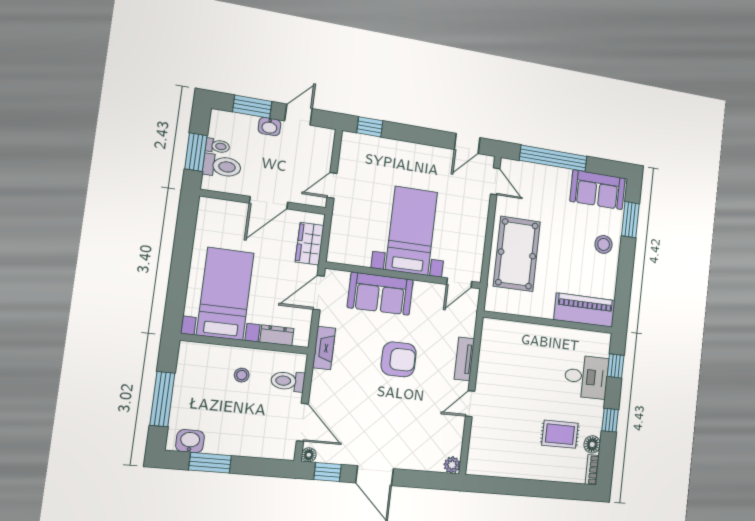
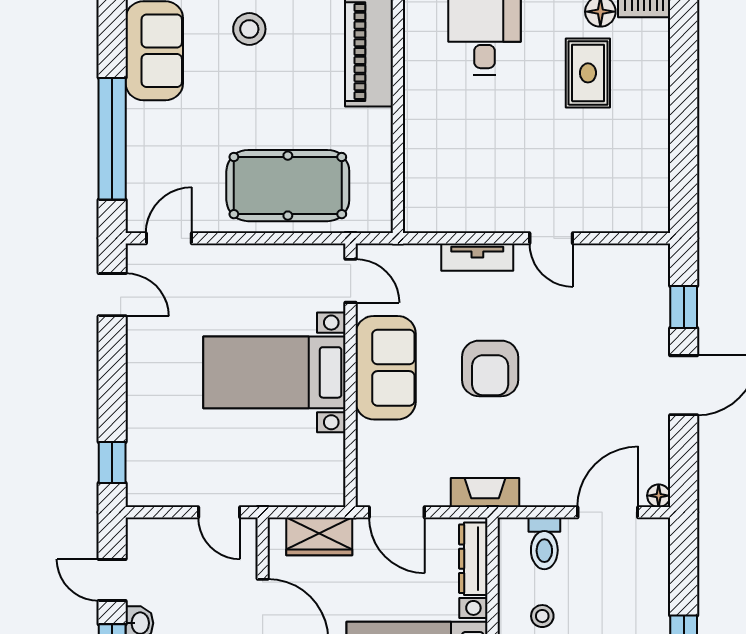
sofa: (380, 294) -> (386, 368), moved
dresser: (277, 335) -> (473, 559), width x1.44
armchair: (399, 359) -> (490, 368), turned 180
plant: (452, 465) -> (656, 258), removed
window: (328, 472) -> (684, 307), moved

